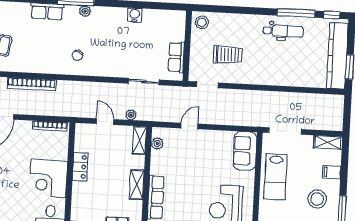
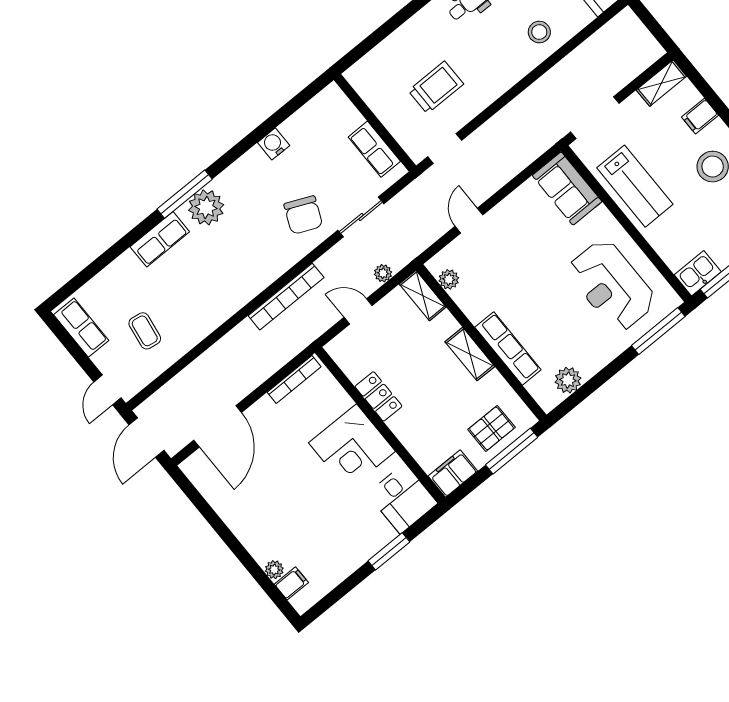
plant: (85, 11) -> (206, 207), width x1.87, depth x1.87
stool: (202, 22) -> (539, 32), moved
chair: (77, 55) -> (303, 215), moved, width x1.87, depth x1.87
bookcase: (32, 84) -> (286, 297), moved

